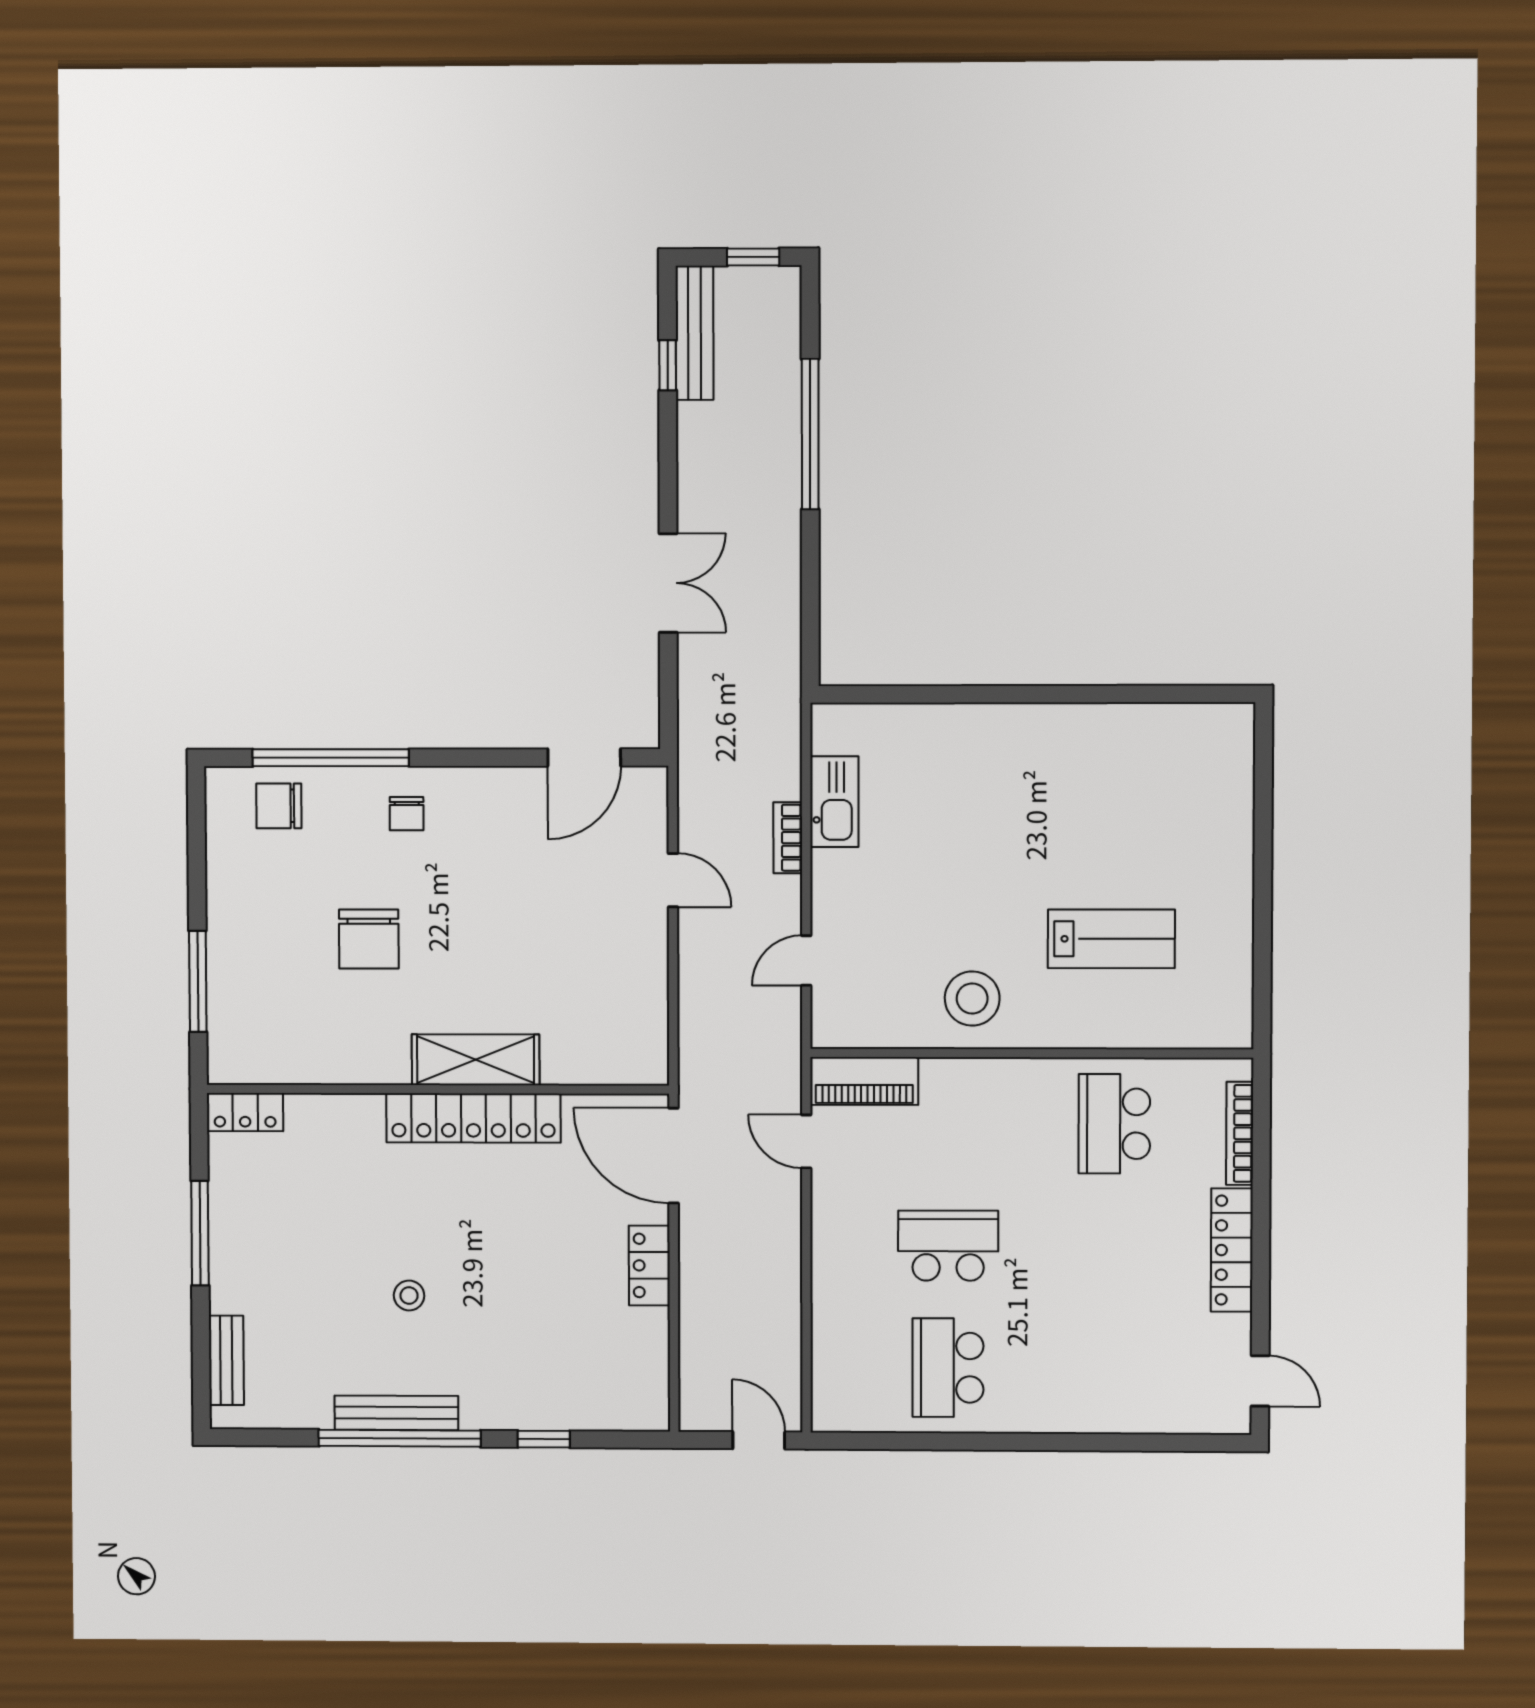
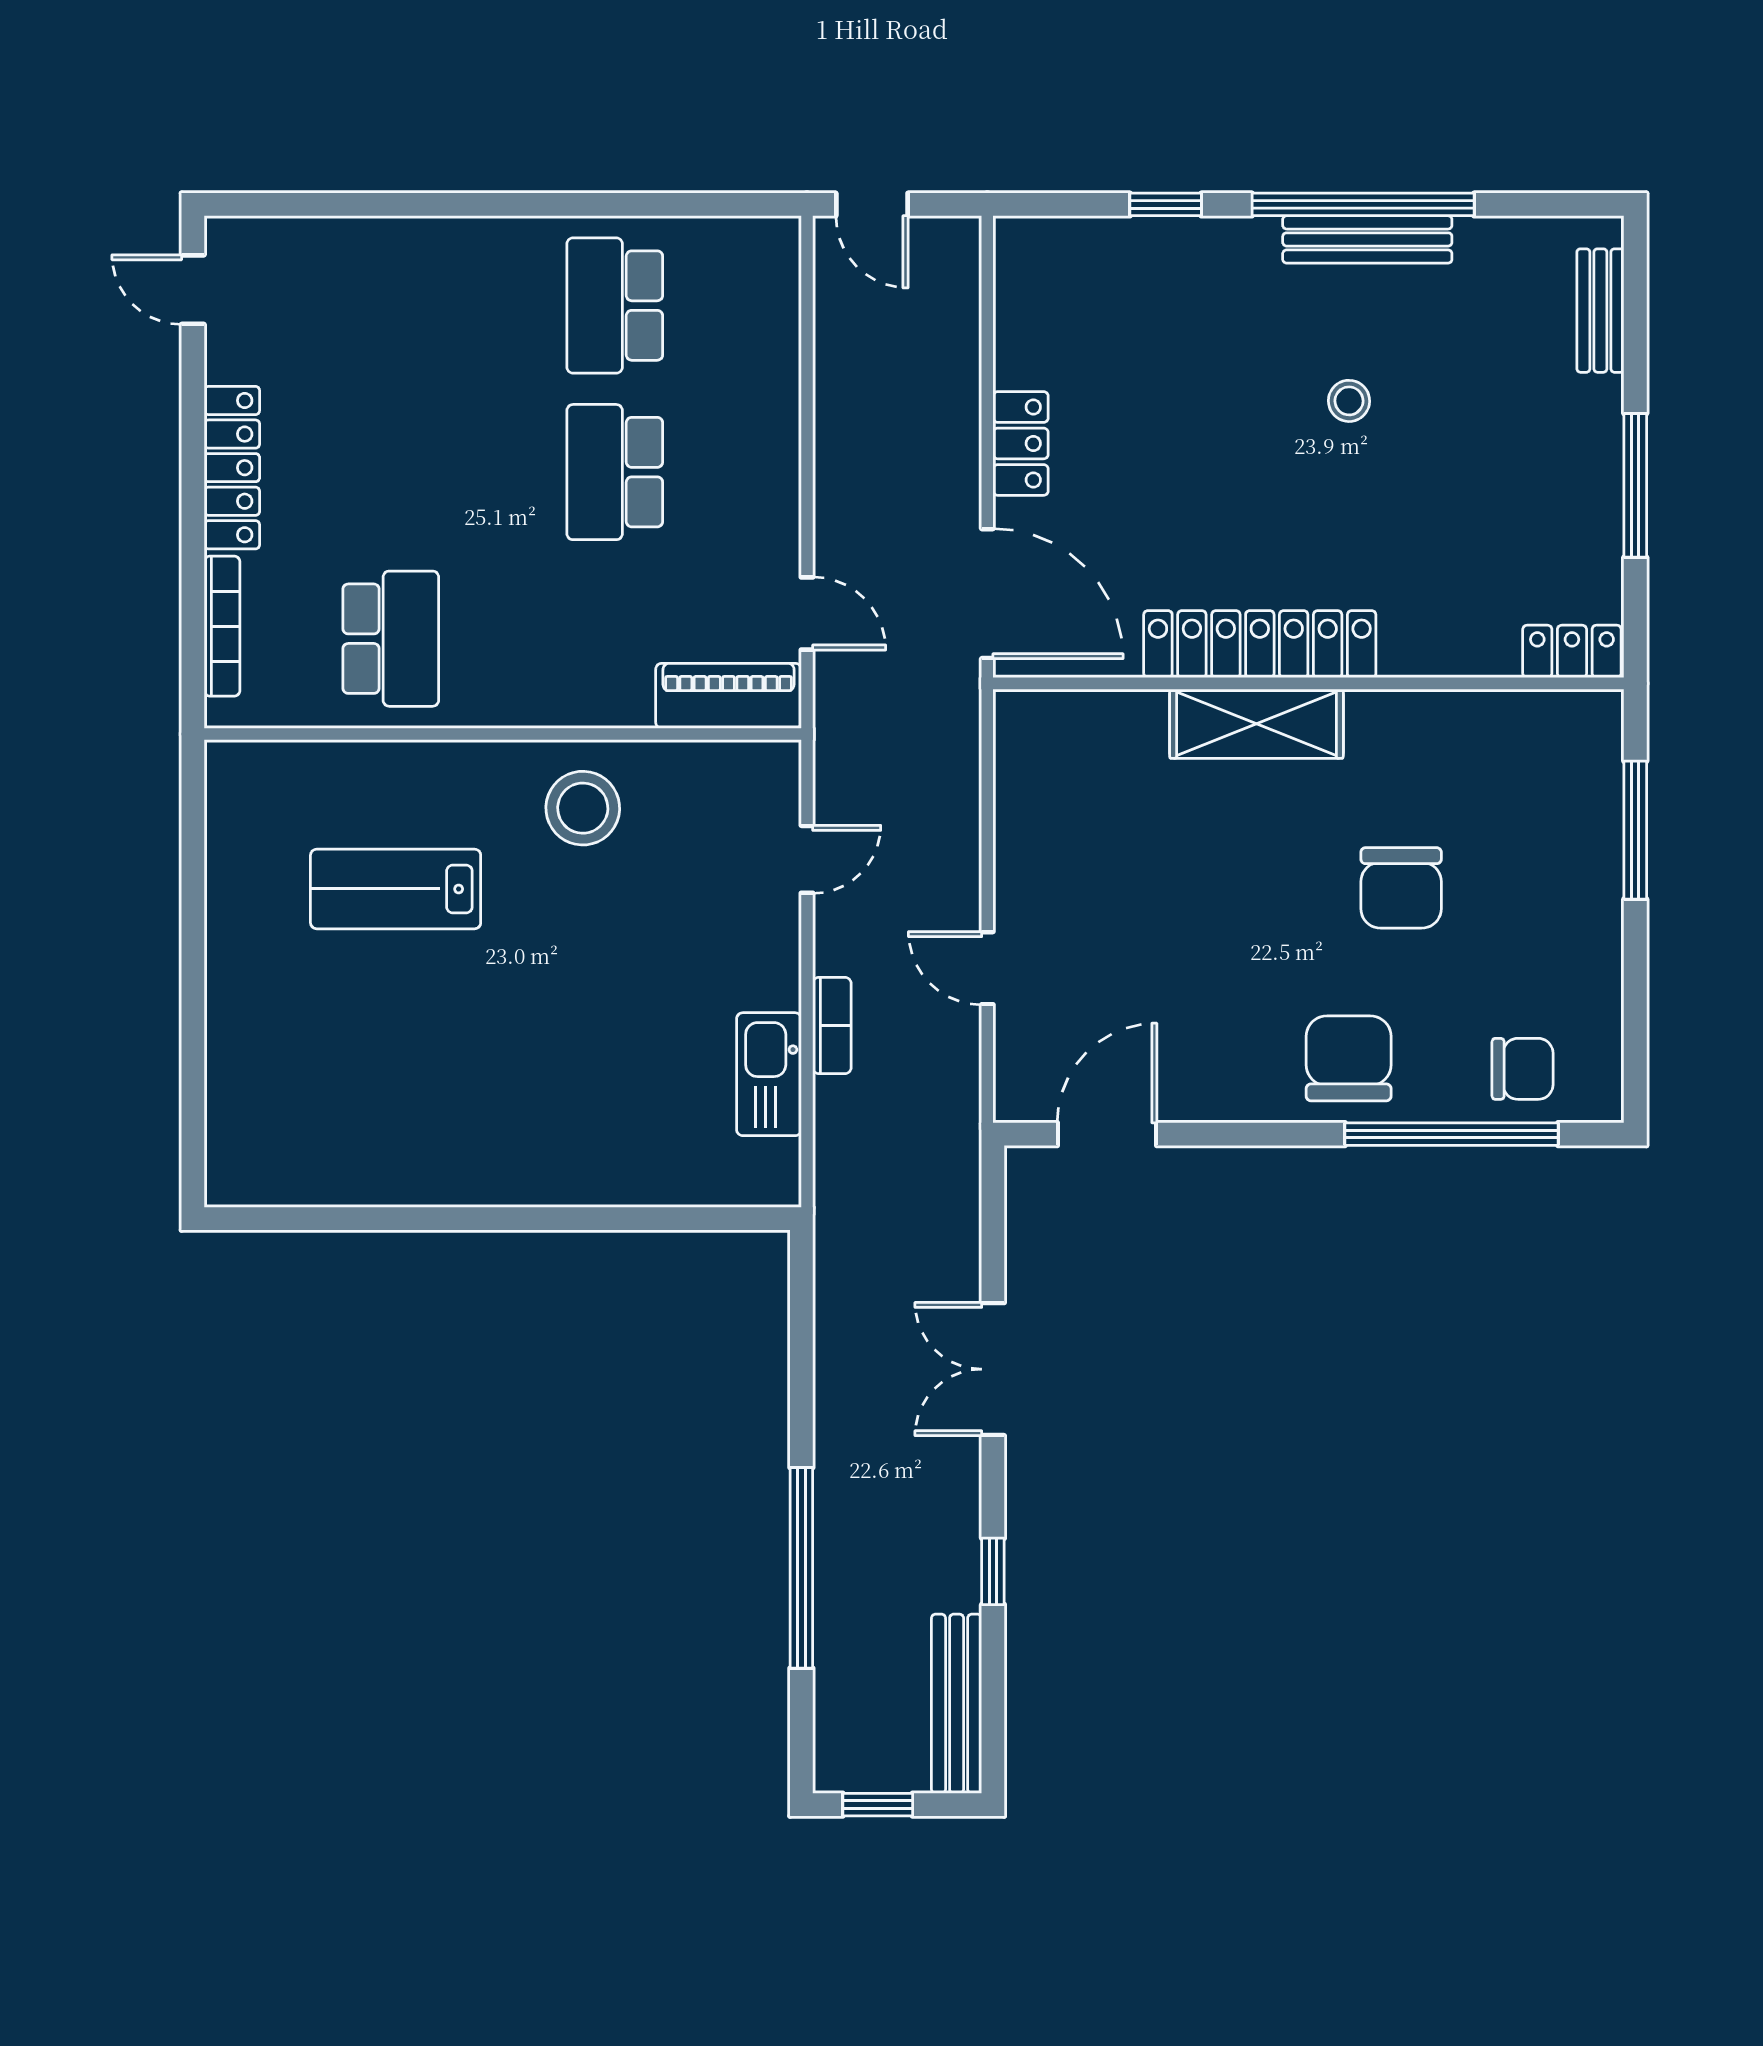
window: (668, 365) -> (993, 1571), moved
chair: (407, 814) -> (1349, 1058), width x1.87, depth x1.87
chair: (369, 939) -> (1401, 888), turned 180
school desk: (948, 1246) -> (615, 472), turned 90
school desk: (948, 1368) -> (615, 306), turned 180

